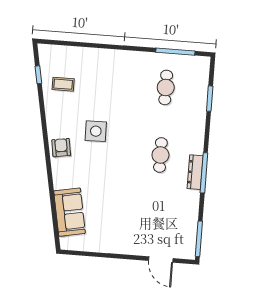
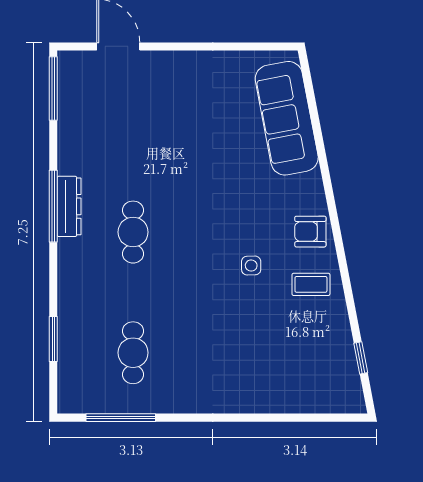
coffee table: (63, 84) -> (311, 284), moved
side table: (96, 131) -> (251, 266), width x0.54, depth x0.54
armchair: (61, 148) -> (310, 232), turned 99
sofa: (70, 212) -> (287, 118), width x1.36

